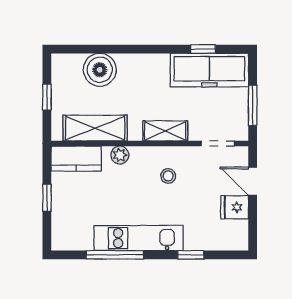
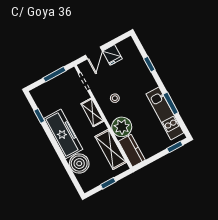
freezer: (209, 70) -> (63, 134), moved
plant: (120, 155) -> (122, 127), width x1.88, depth x1.88
window: (47, 198) -> (175, 147), moved
kitchen unit: (139, 238) -> (165, 113), moved
window: (115, 255) -> (171, 103), width x0.69

